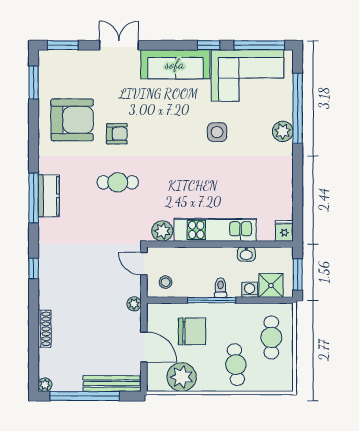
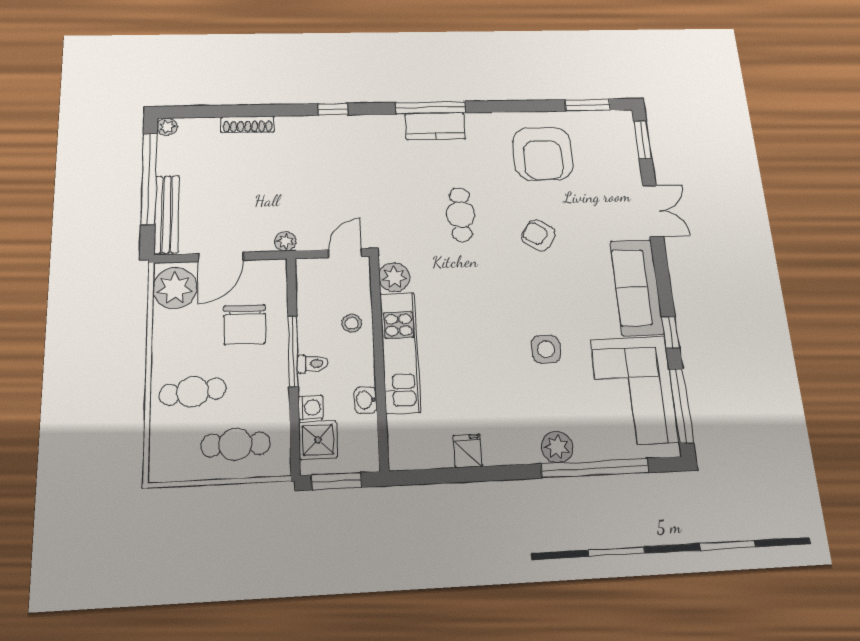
armchair: (117, 134) -> (538, 235), moved, turned 123
fridge: (284, 231) -> (468, 451), moved, turned -90
stool: (166, 282) -> (352, 323), moved
plant: (182, 377) -> (175, 288), moved

